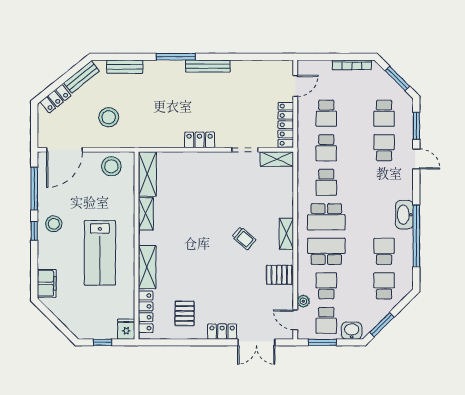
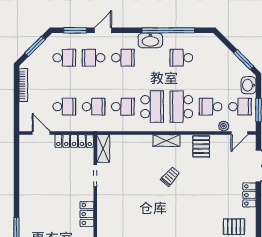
bench: (208, 66) -> (24, 207), removed
school desk: (384, 286) -> (123, 58), moved, turned 180

